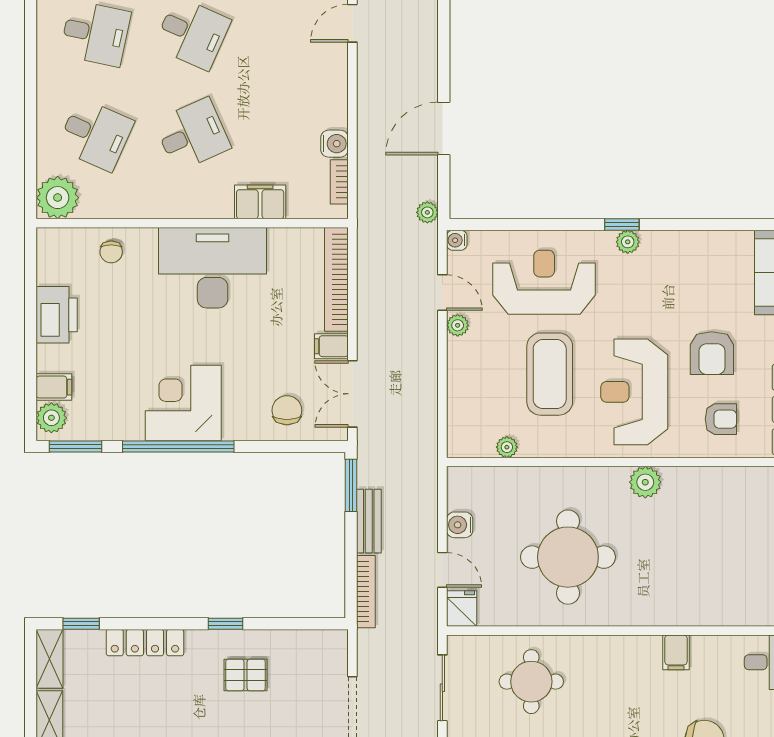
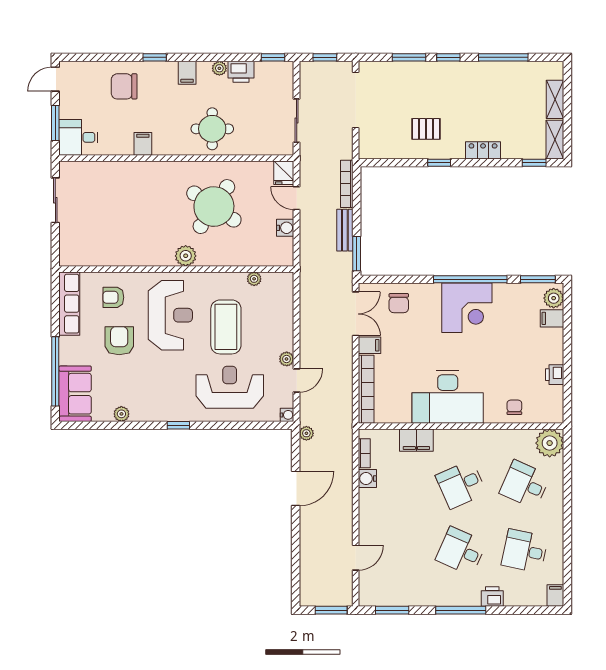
plant: (628, 242) -> (121, 414), moved
reception desk: (544, 282) -> (230, 387), turned 180
door: (442, 293) -> (297, 381), swing flipped
printer: (57, 315) -> (555, 375), width x0.53, depth x0.68
plant: (645, 482) -> (186, 256), moved
round table: (568, 557) -> (214, 207), turned 34
locker: (145, 643) -> (483, 150), width x0.66
round table: (531, 682) -> (212, 129), moved

